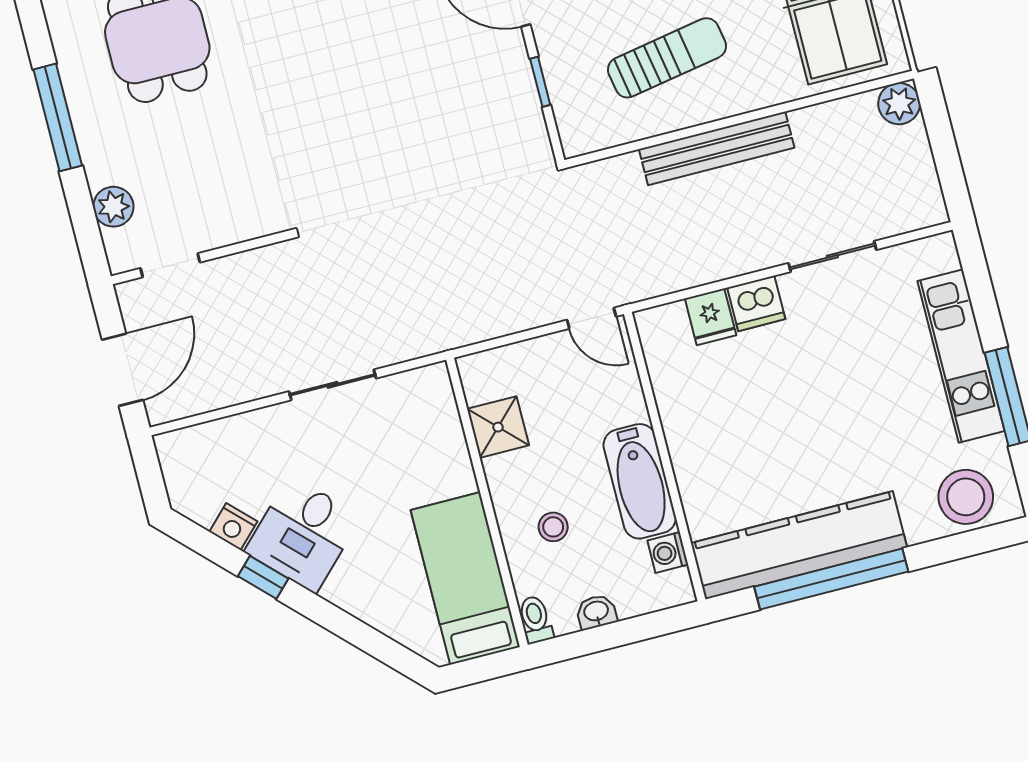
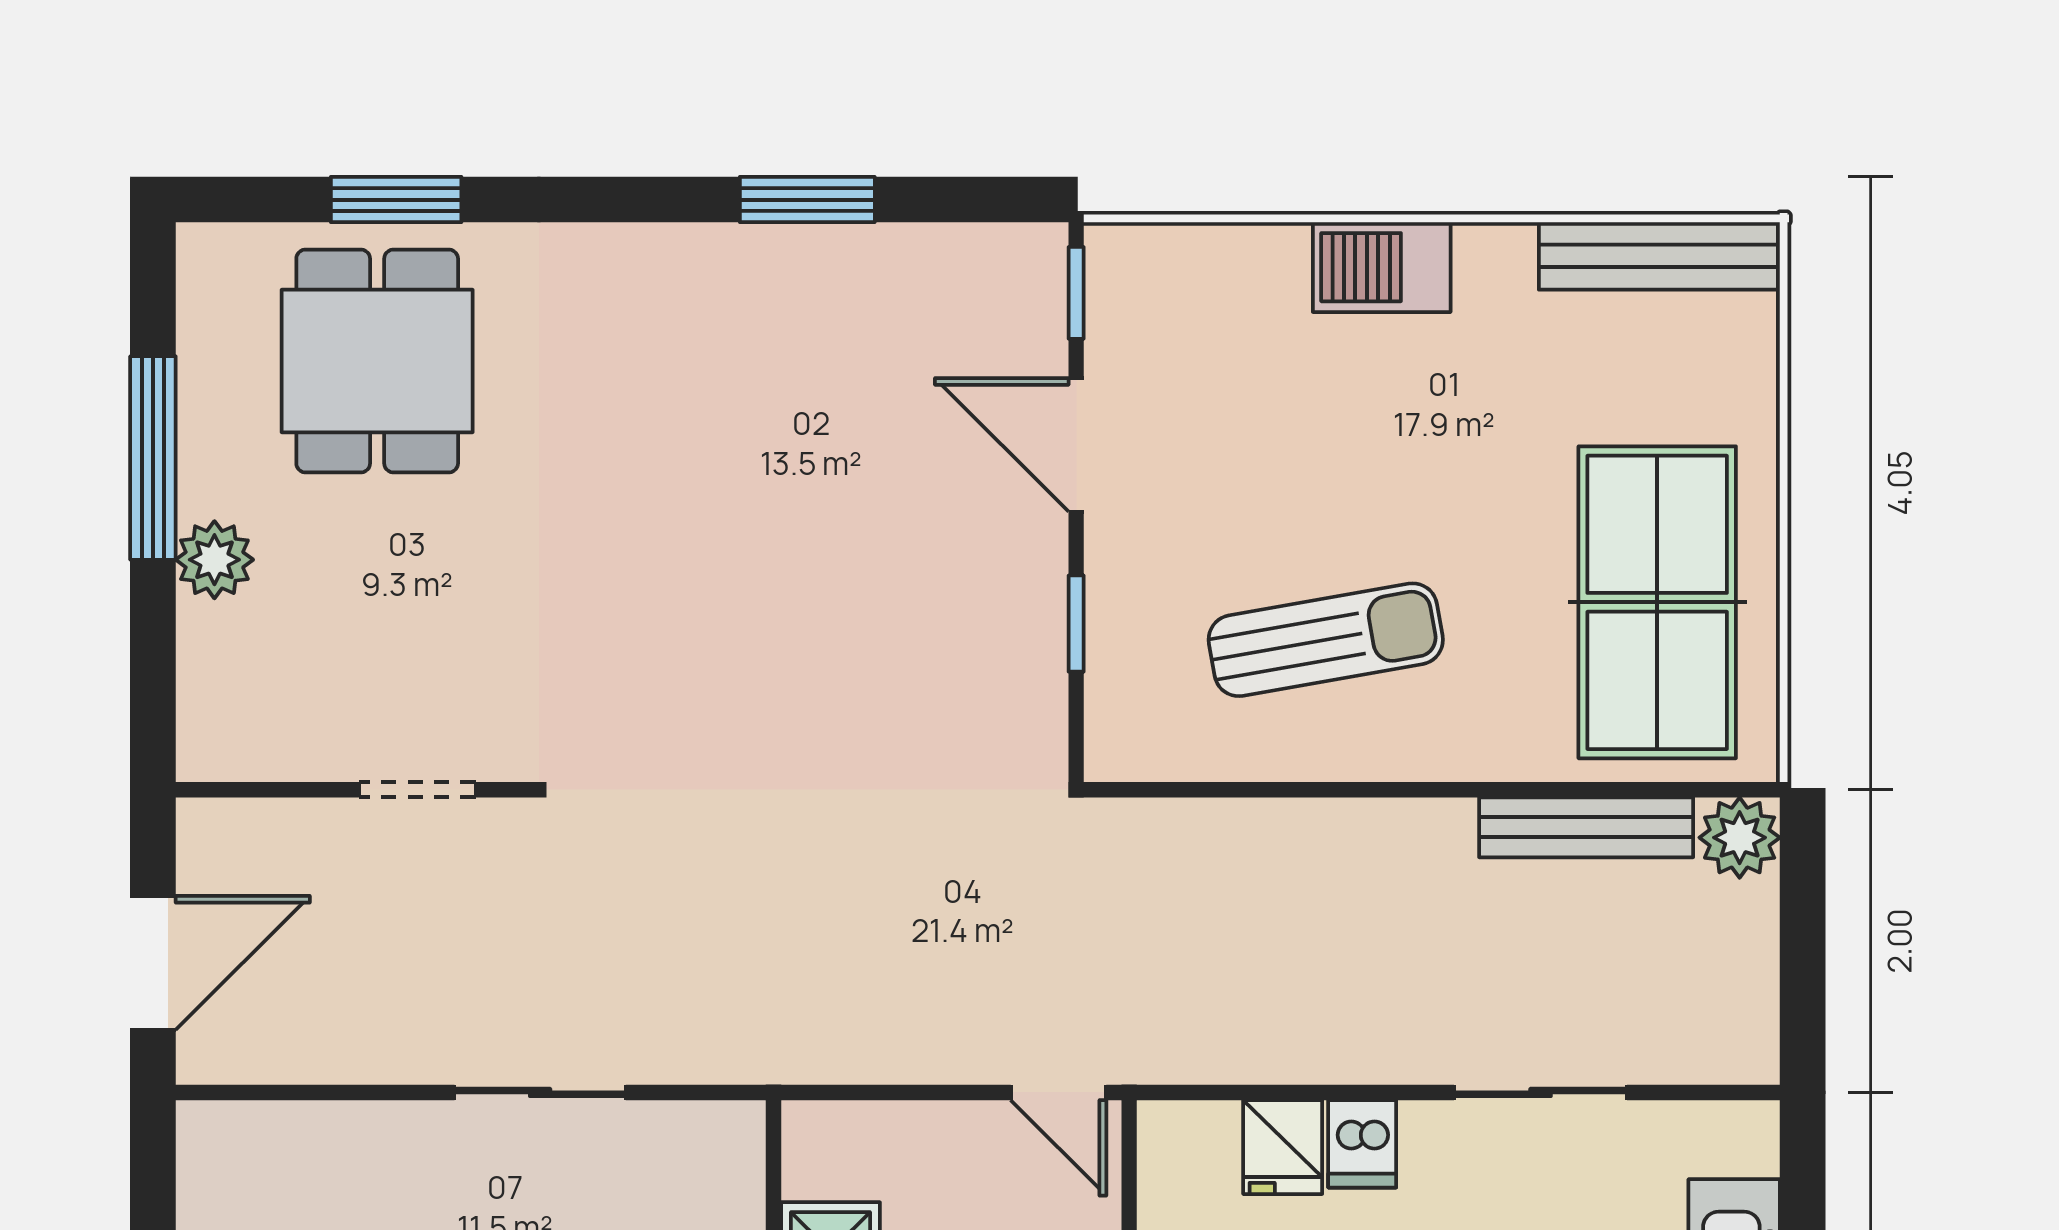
bench: (717, 148) -> (1586, 827), moved, width x0.73, depth x0.82
plant: (113, 207) -> (214, 560), moved
doorway: (170, 265) -> (417, 790), moved
dishwasher: (756, 303) -> (1362, 1144), width x0.73

